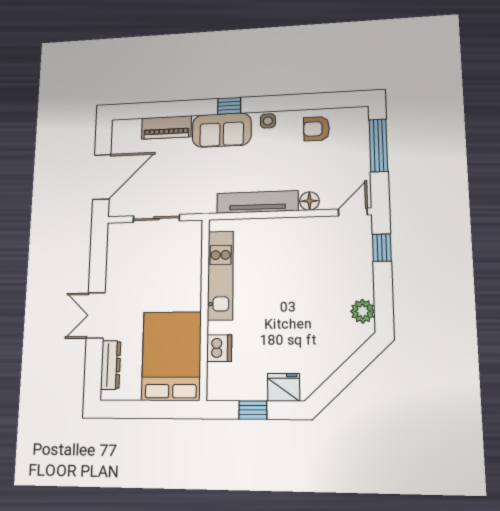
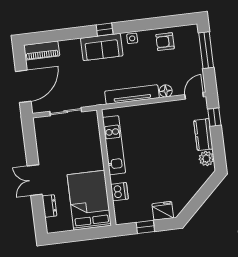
piano: (166, 127) -> (42, 51), moved
kitchen counter: (361, 273) -> (203, 135), added
dresser: (111, 365) -> (50, 206), width x0.70

